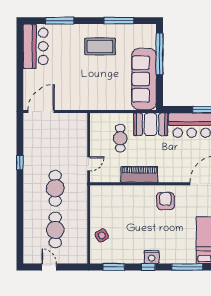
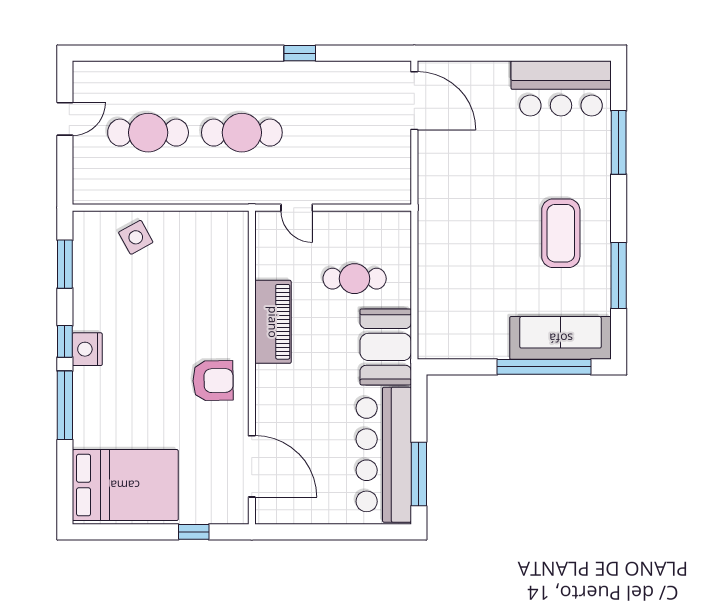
sofa: (144, 79) -> (561, 338), moved, width x0.74, depth x0.79
window: (187, 267) -> (65, 405), moved

